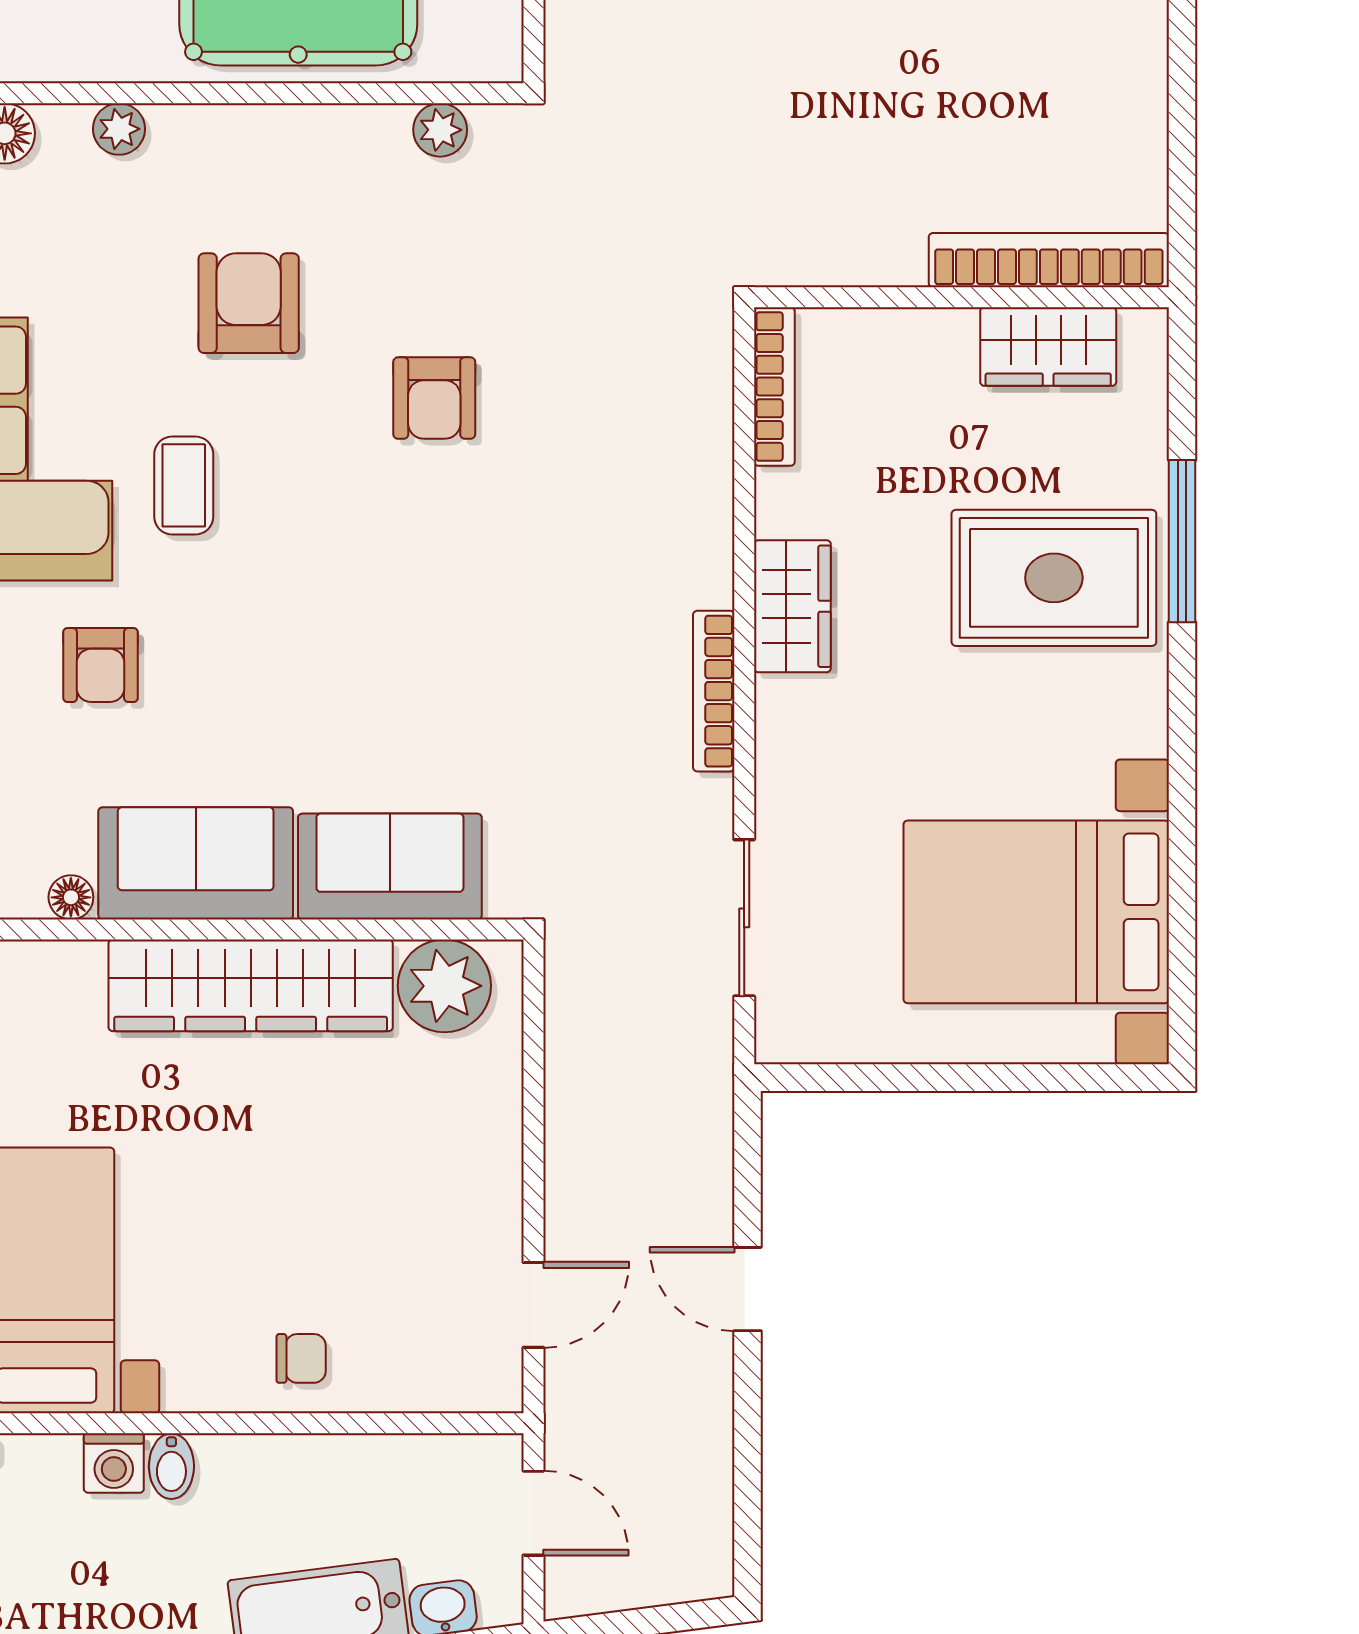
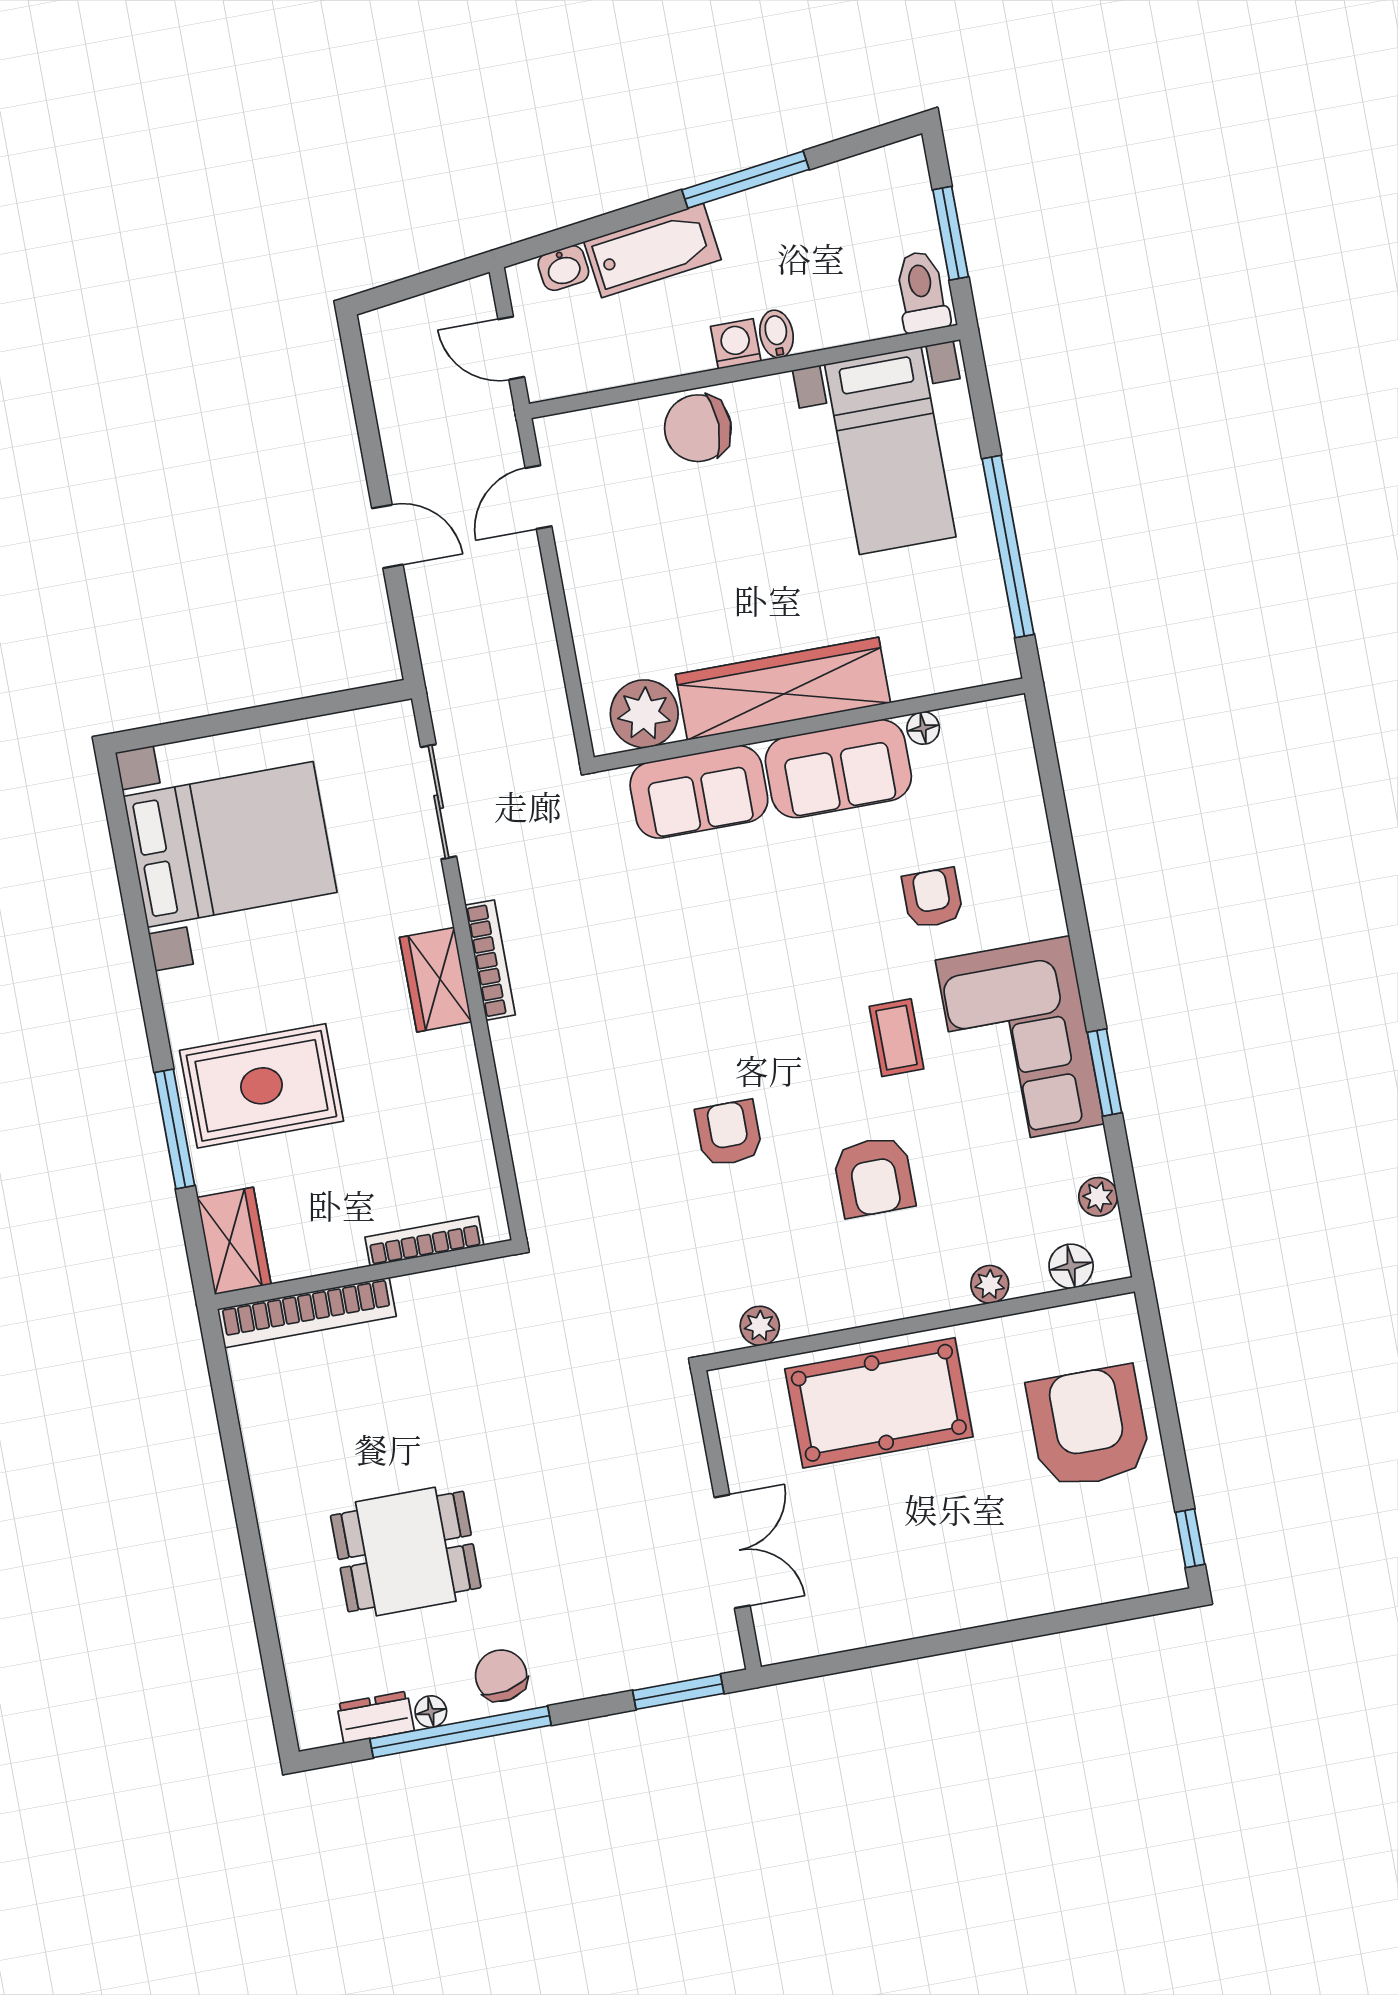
wardrobe: (1048, 347) -> (234, 1241), moved, turned 90
bookcase: (774, 387) -> (424, 1241), moved, turned 90
wardrobe: (792, 606) -> (436, 980), moved
chair: (301, 1358) -> (698, 428), width x1.87, depth x1.87
washing machine: (114, 1463) -> (736, 344), moved

